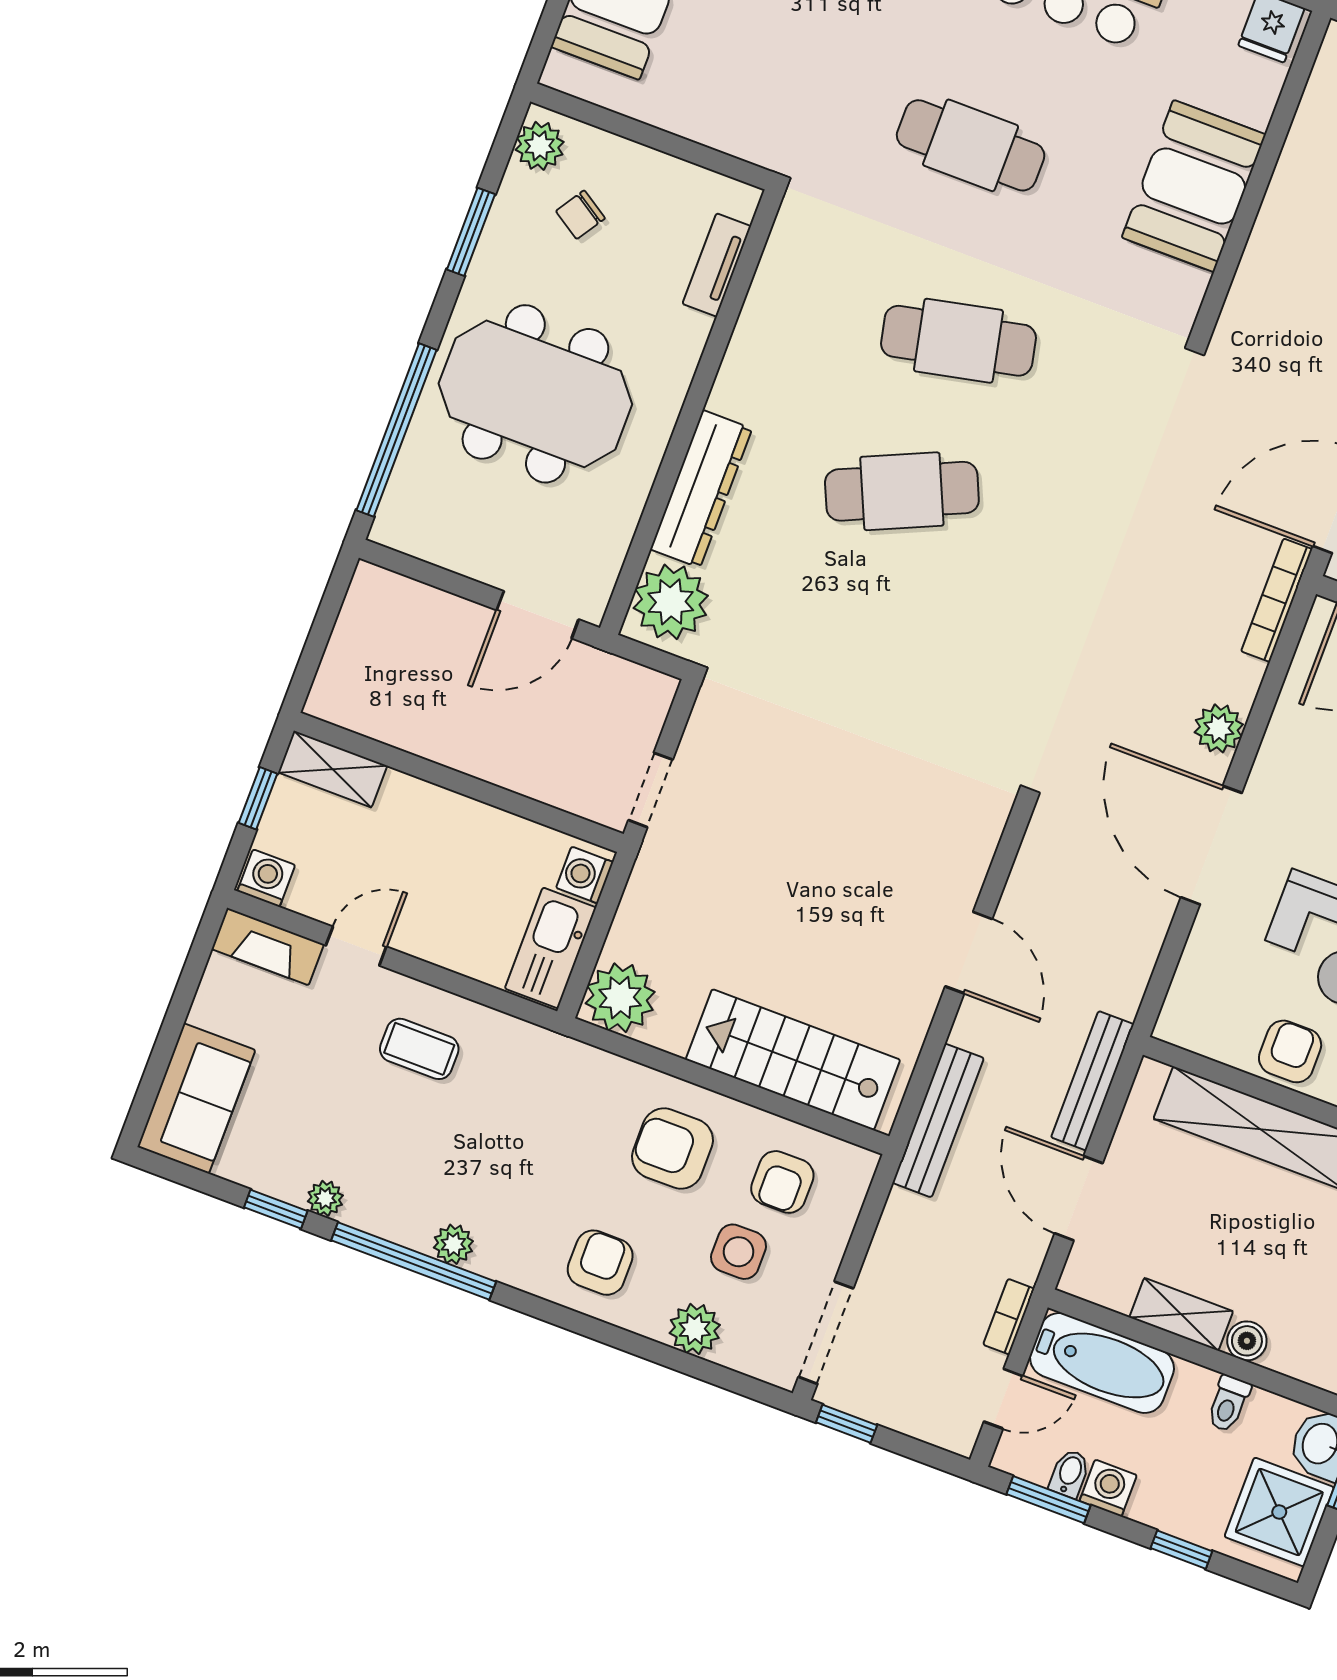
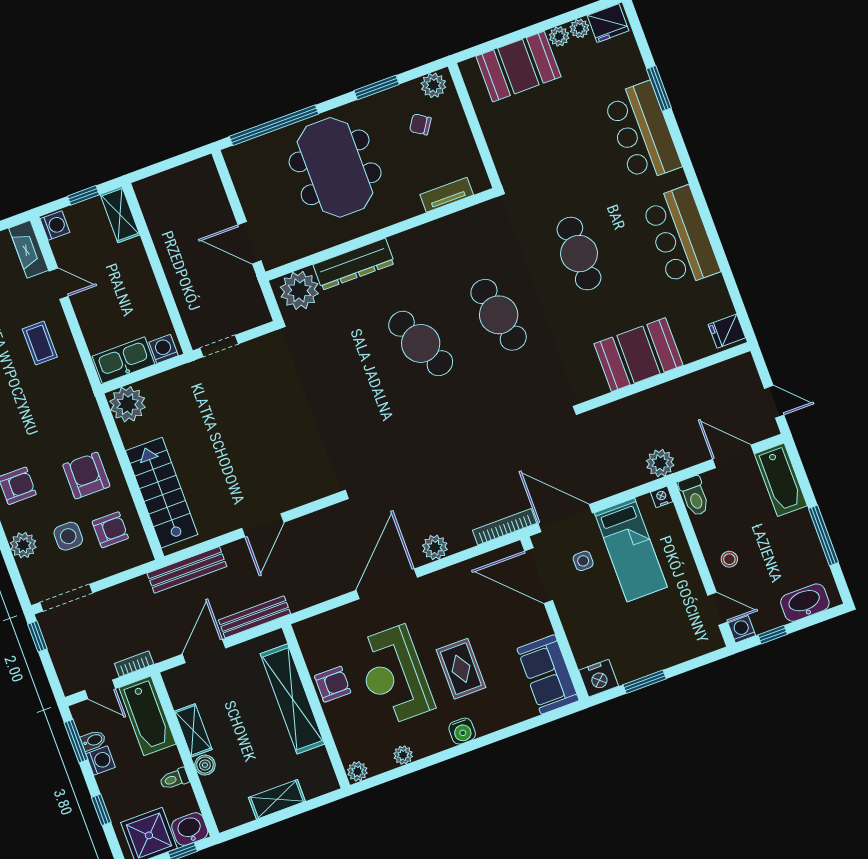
armchair: (782, 1182) -> (110, 530), turned 180

